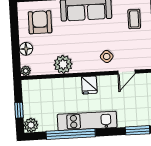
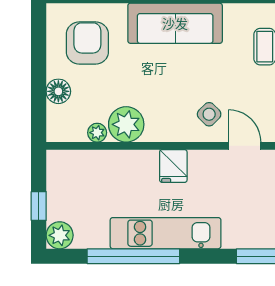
plant: (26, 71) -> (97, 133), moved
door: (126, 72) -> (245, 146), swing flipped

